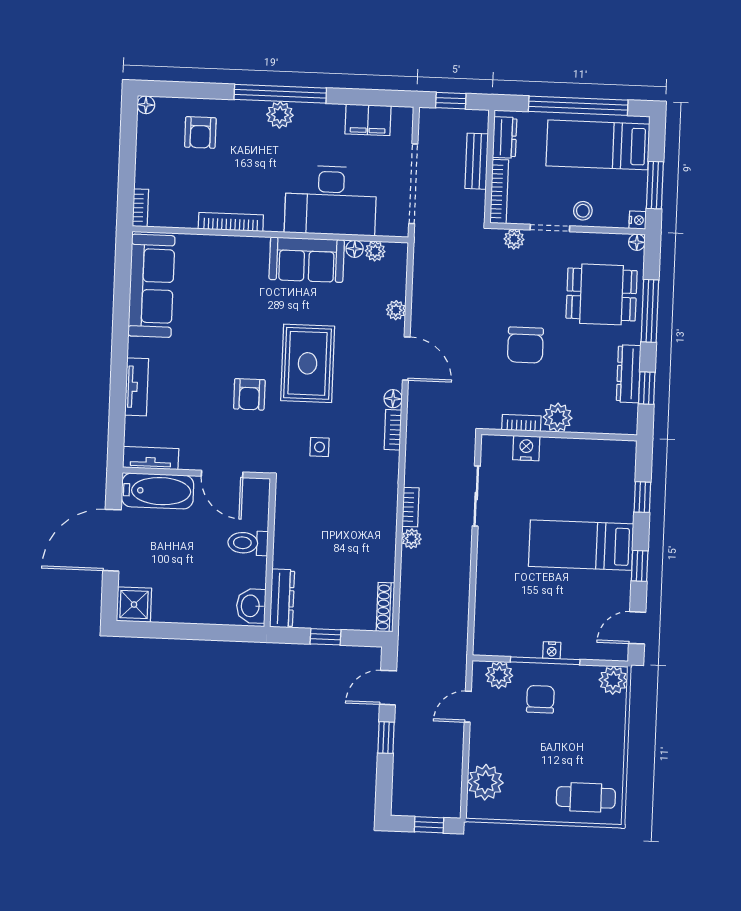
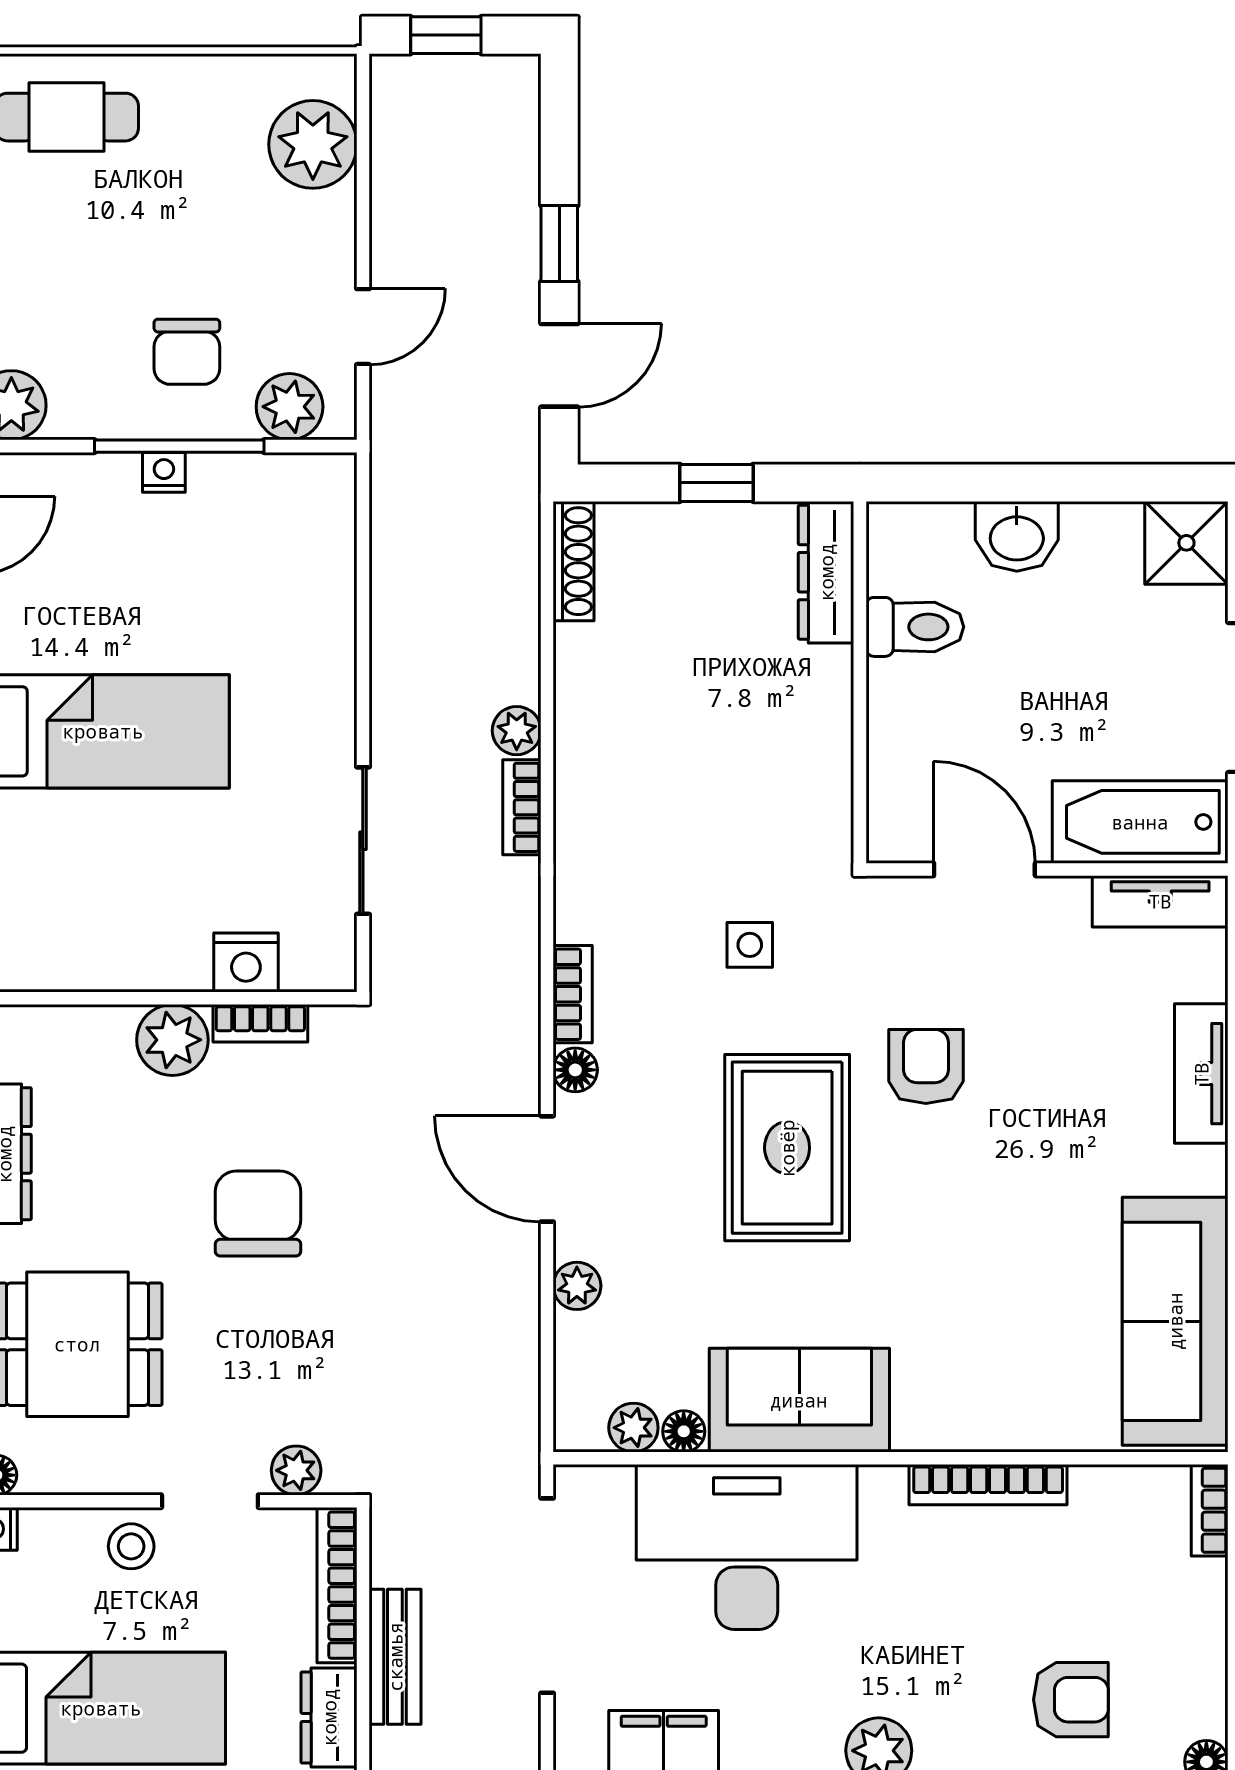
armchair: (200, 132) -> (1071, 1700), turned 90
toilet: (248, 543) -> (915, 627), moved
washbasin: (251, 606) -> (1017, 536), moved, turned 90

